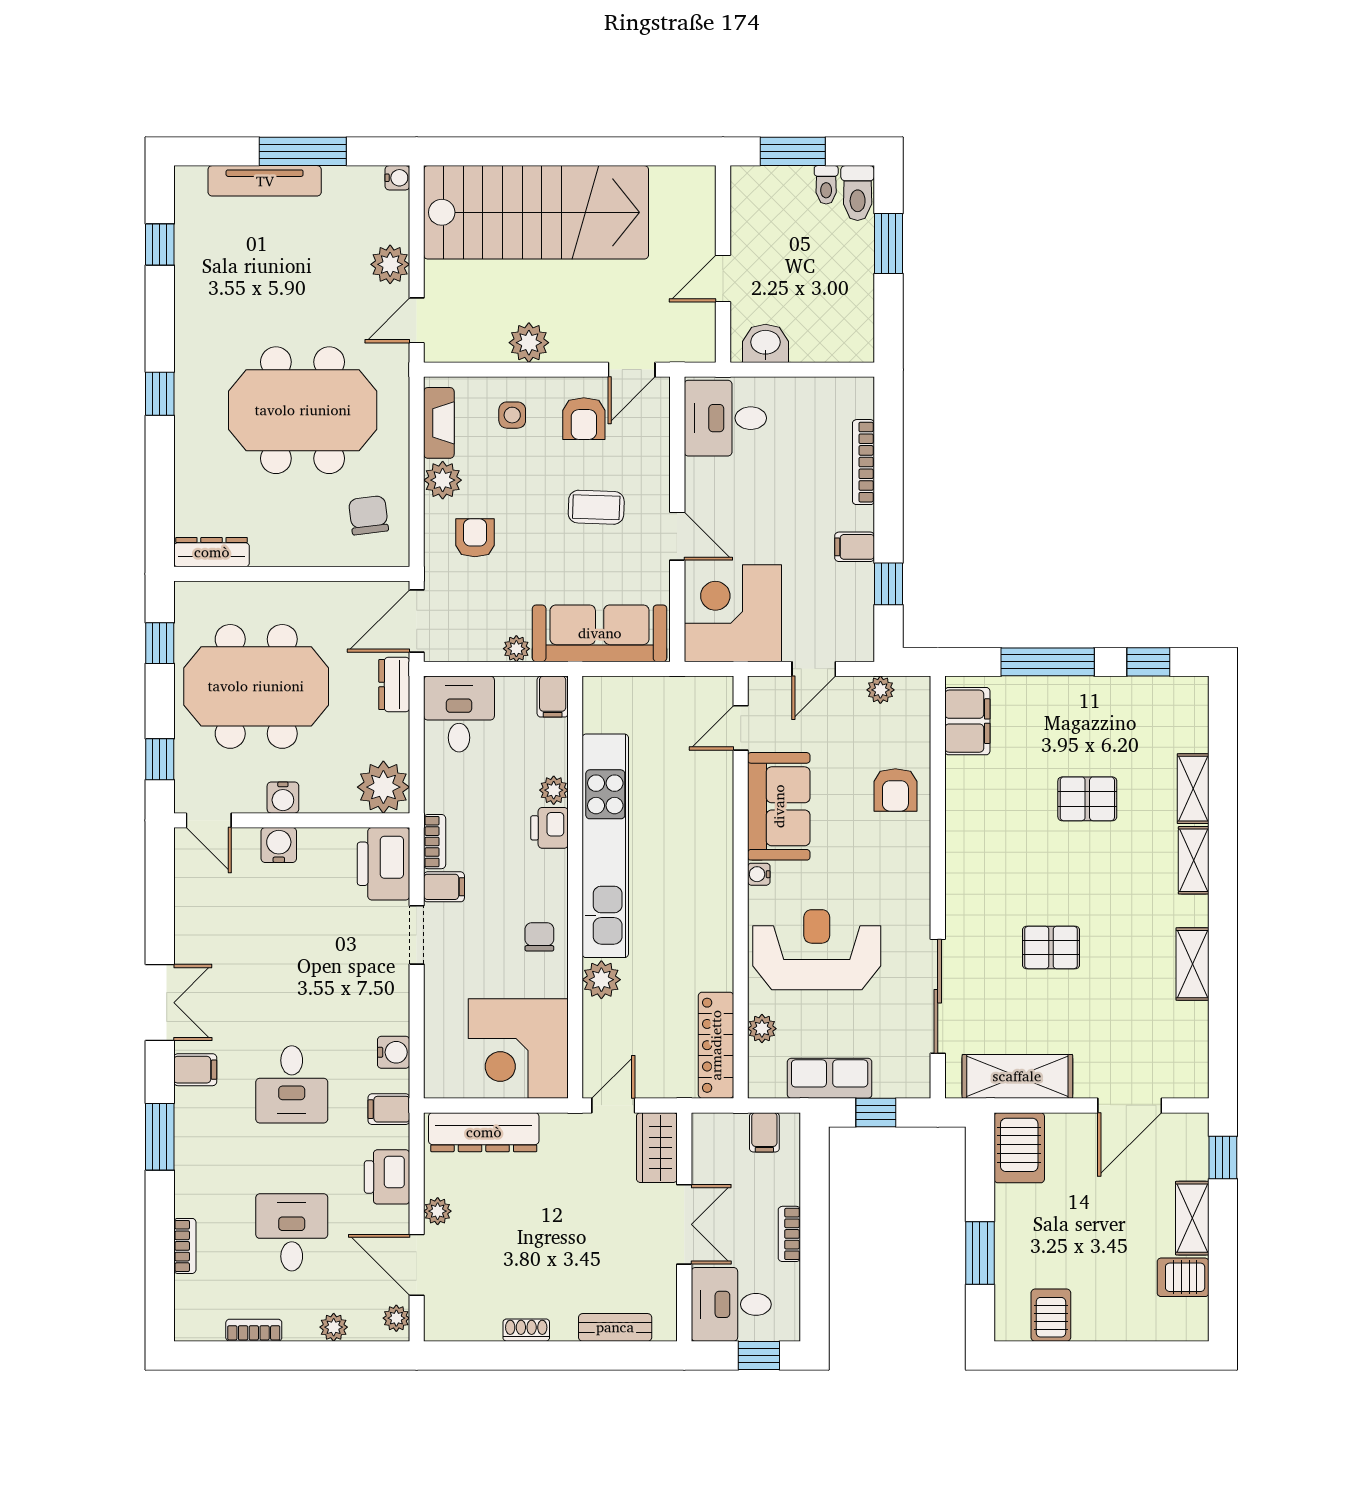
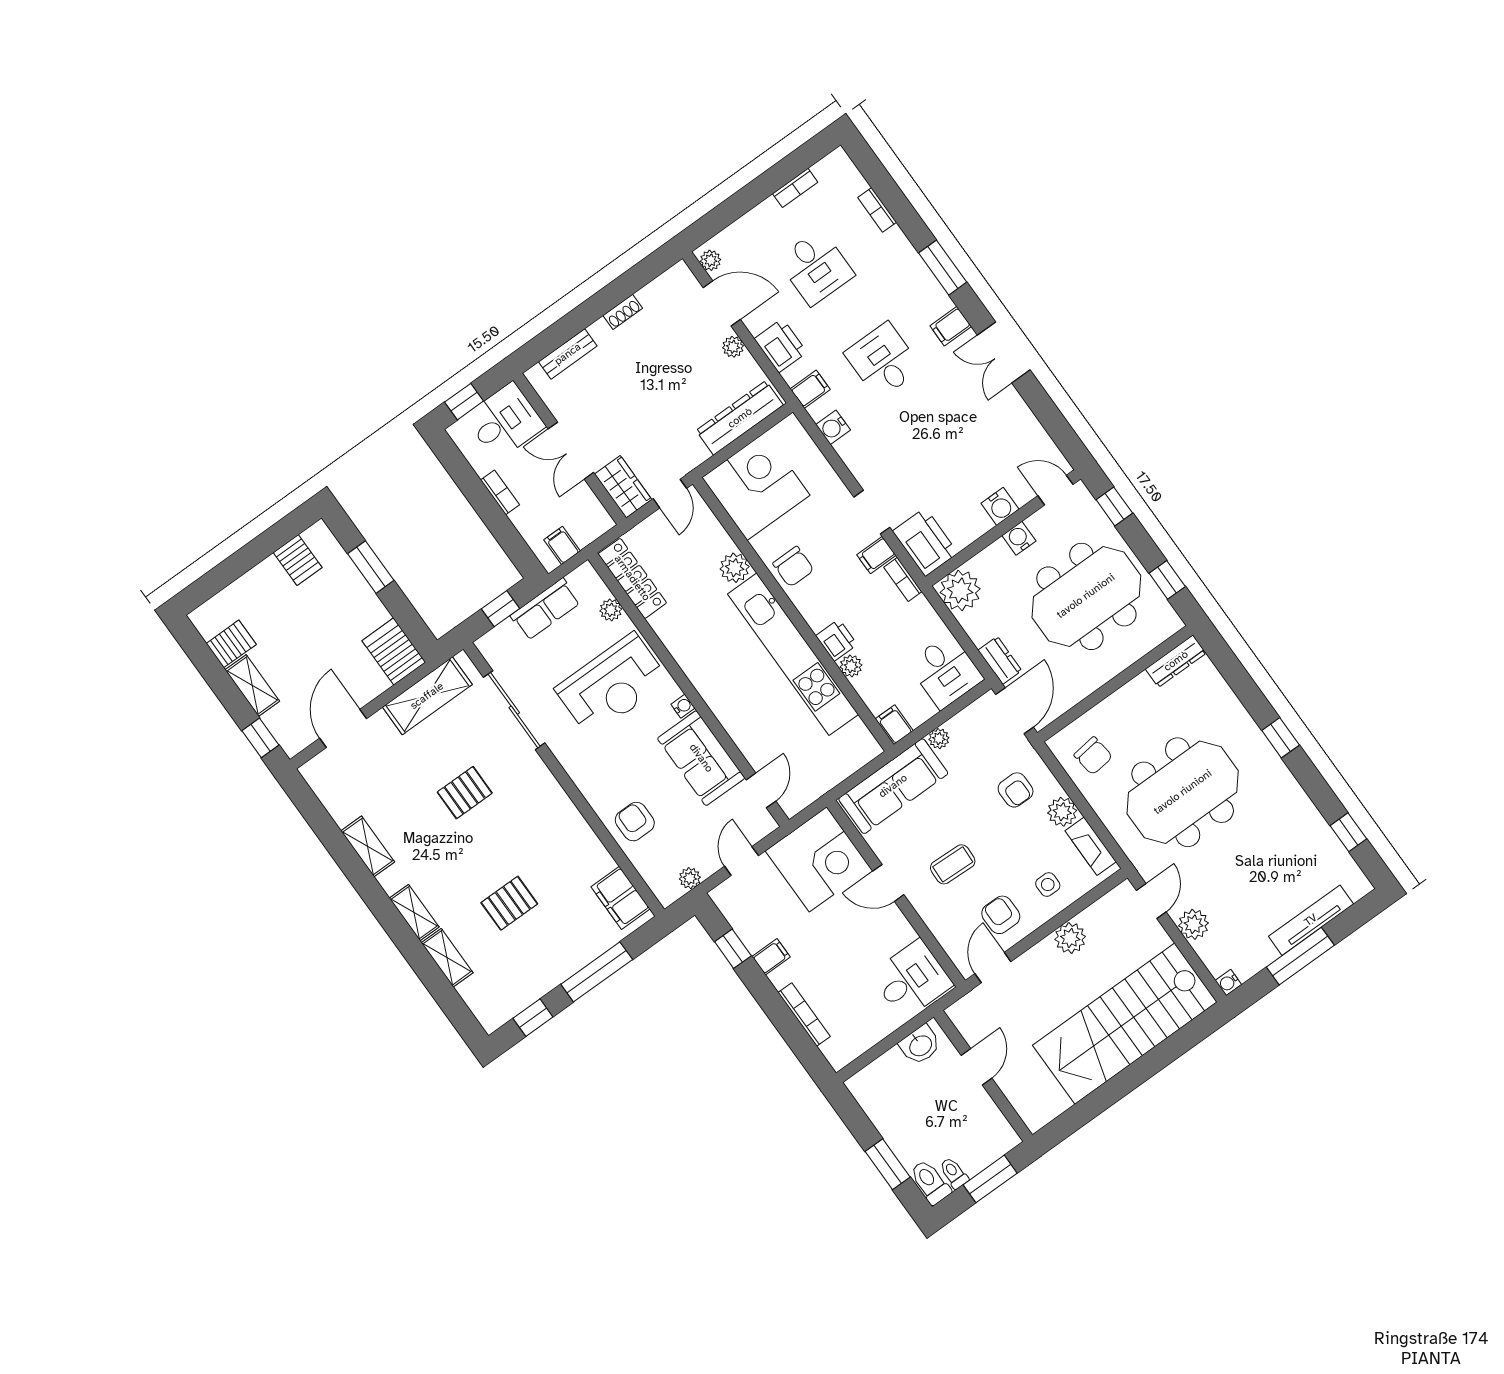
chair: (539, 937) -> (793, 567), width x1.37, depth x1.37
plant: (334, 1327) -> (746, 226), removed

